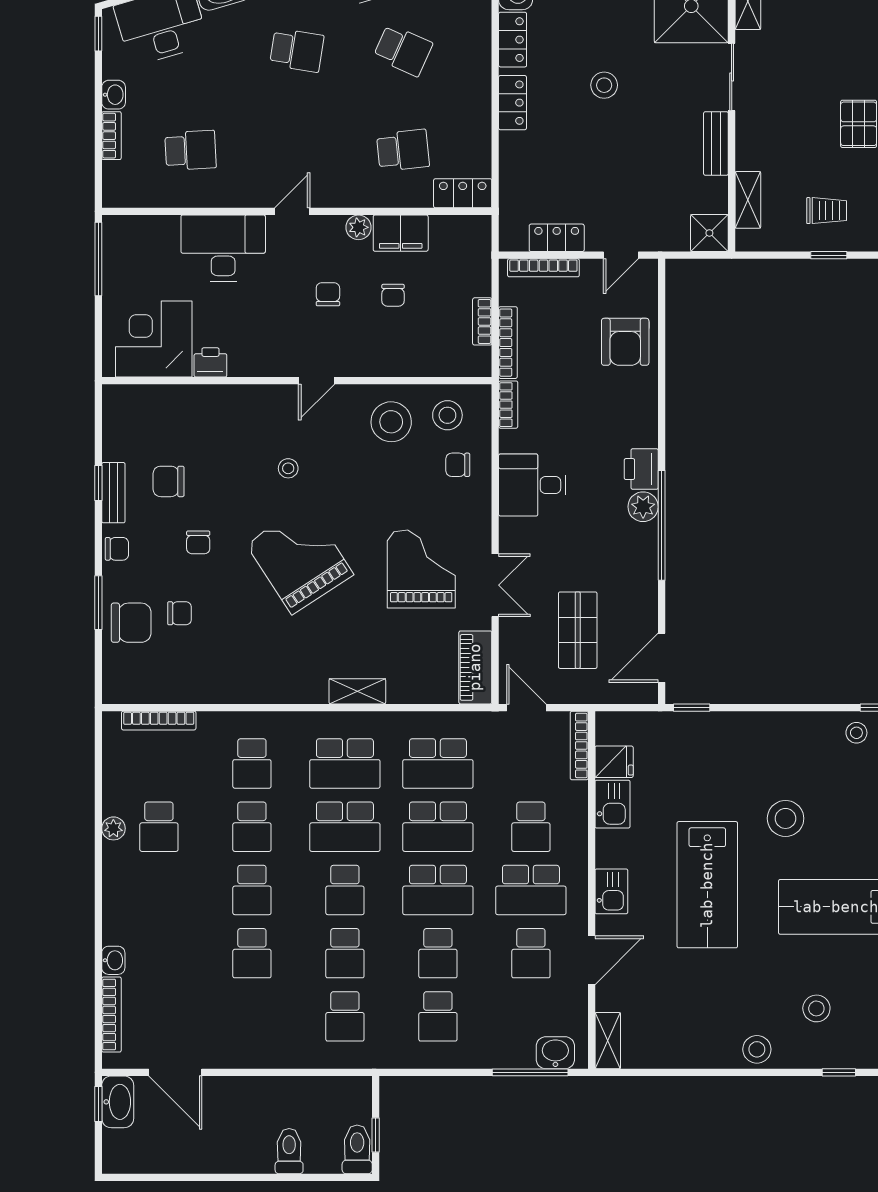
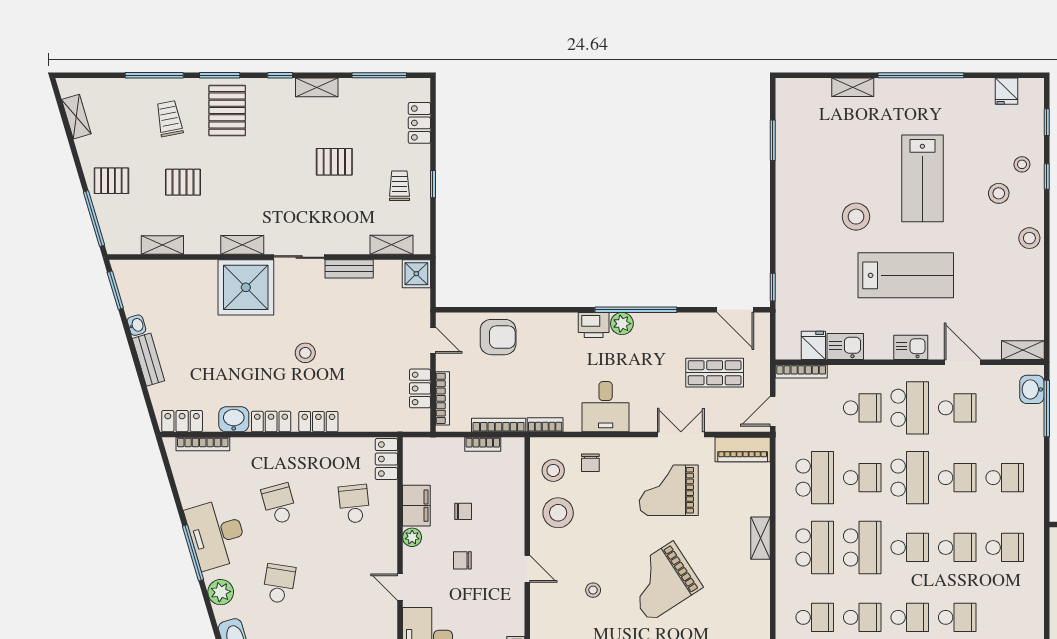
school desk: (403, 50) -> (279, 504), turned -39
stool: (856, 733) -> (1022, 164), moved
school desk: (438, 827) -> (862, 478), width x0.54

